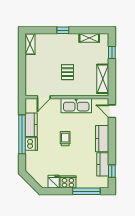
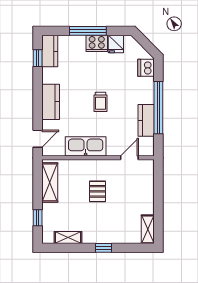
door: (112, 111) -> (38, 139), hinge flipped
dishwasher: (31, 144) -> (146, 68), moved
kitchen counter: (103, 164) -> (50, 51), moved
window: (86, 191) -> (88, 31), moved

